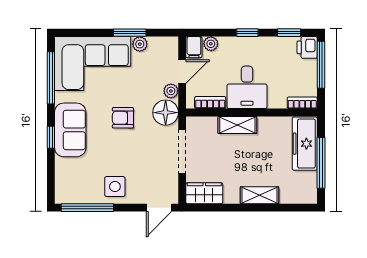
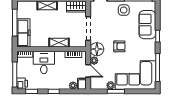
door: (182, 72) -> (88, 71), swing flipped
desk: (247, 87) -> (44, 62), moved
sofa: (70, 130) -> (147, 25), moved

